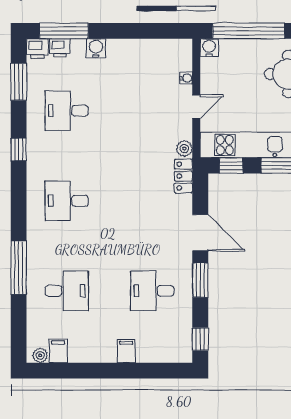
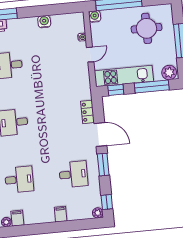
water cooler: (96, 48) -> (44, 22), moved
plant: (184, 149) -> (98, 213), moved
locker: (183, 176) -> (87, 112), moved
desk: (152, 291) -> (73, 174), turned 180

